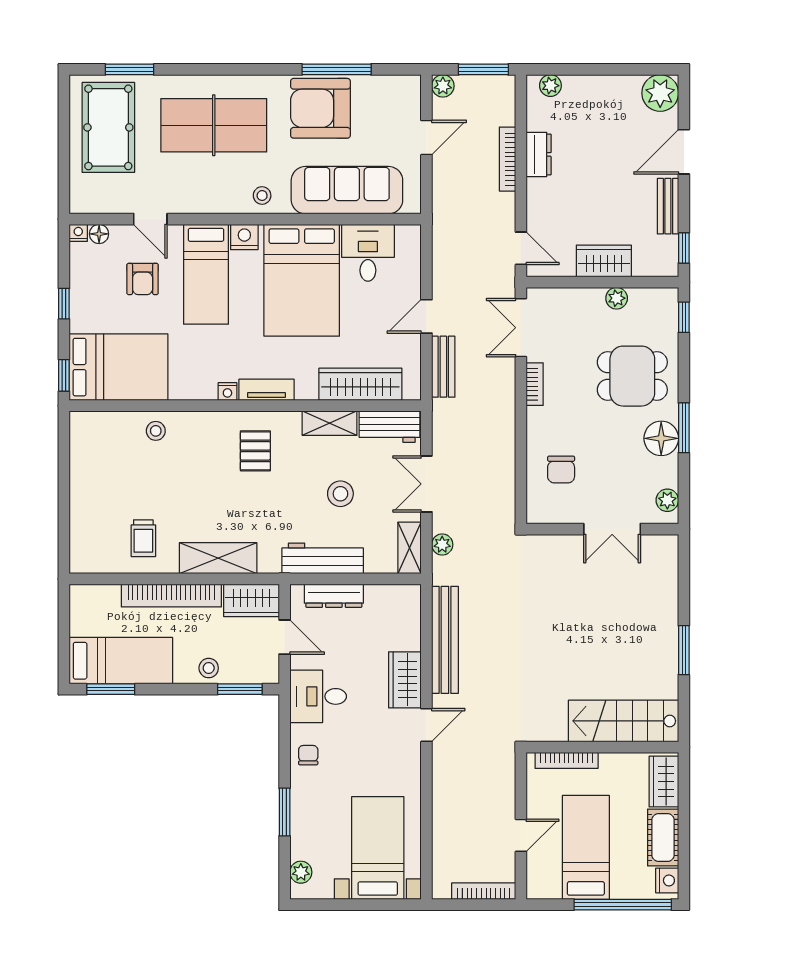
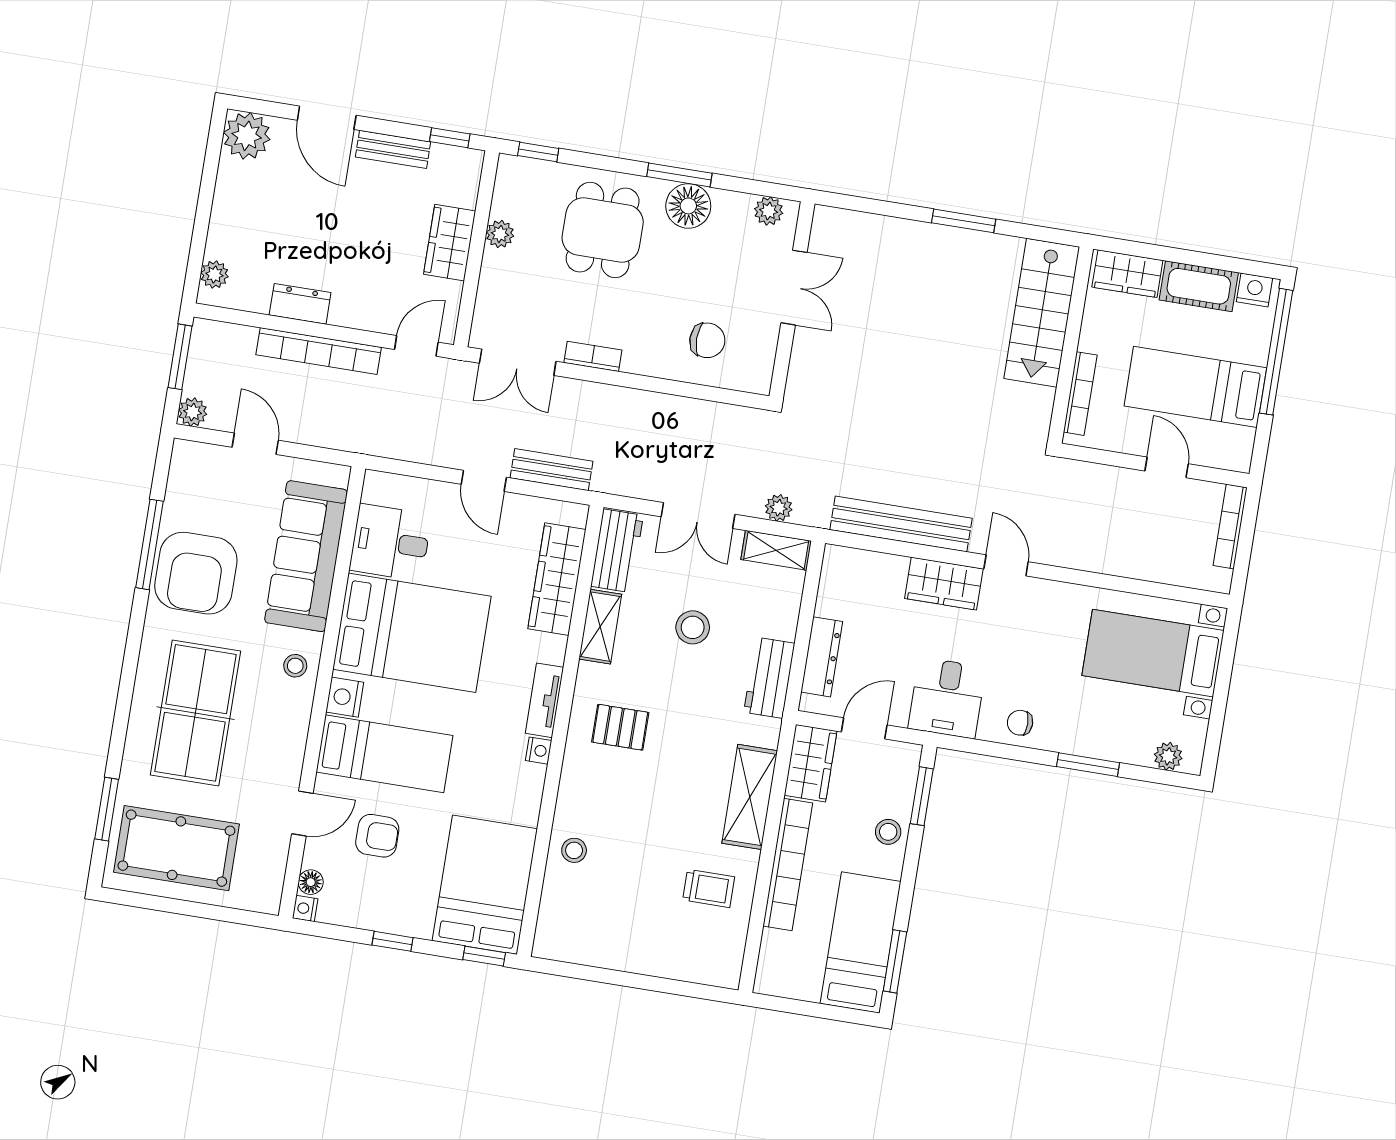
bookcase: (508, 159) -> (319, 351), width x1.48, depth x1.31
workbench: (323, 558) -> (769, 678), width x0.73

